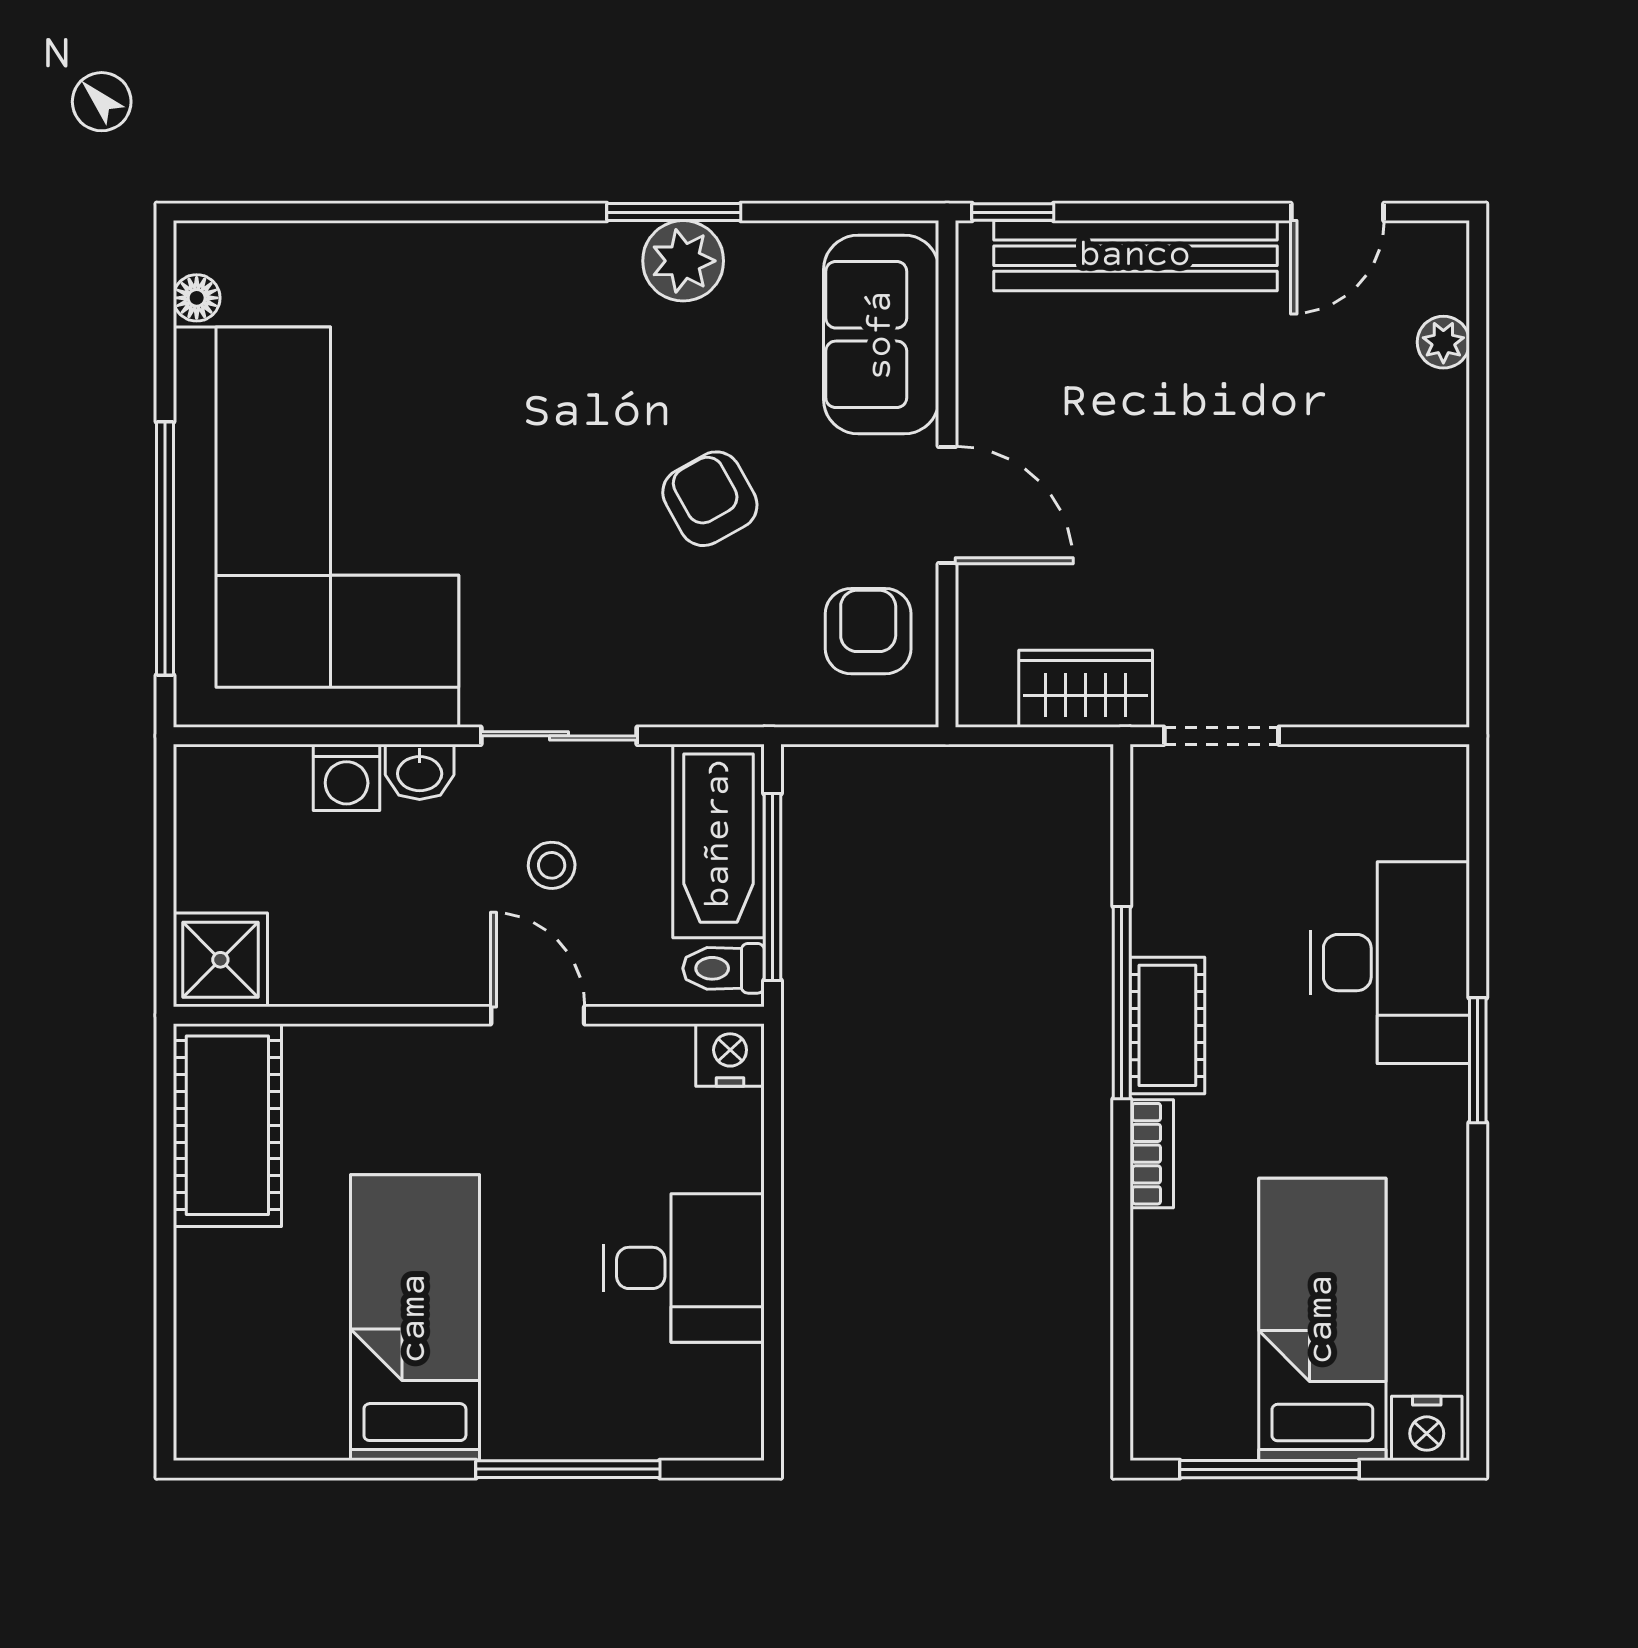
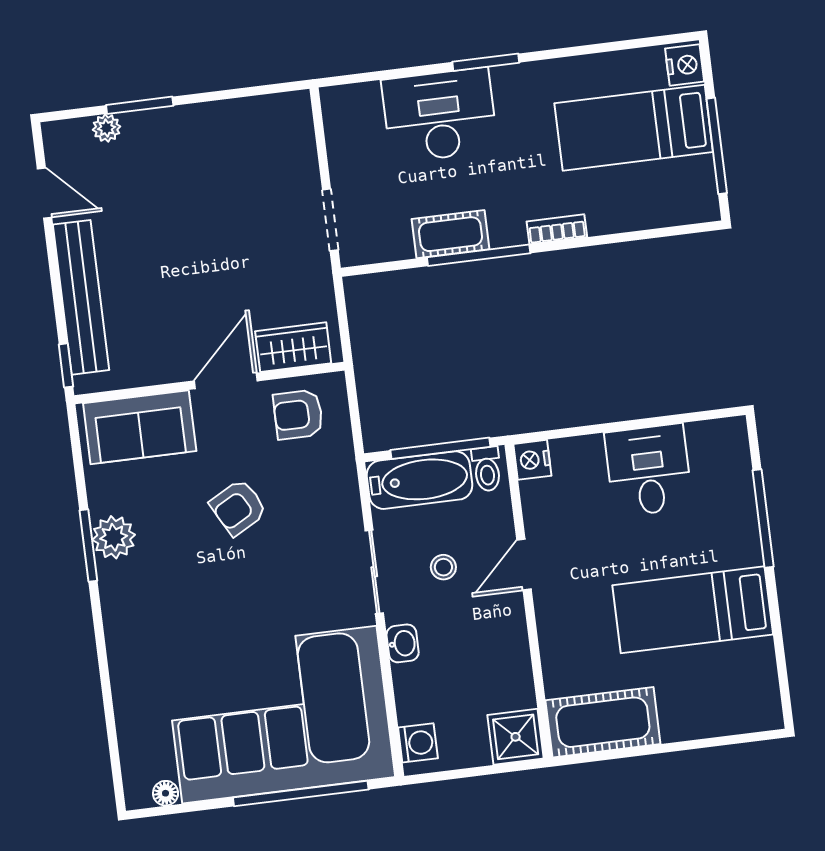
window: (1478, 409) -> (140, 105), added
wardrobe: (1086, 689) -> (293, 347), moved, turned 90
washing machine: (347, 777) -> (418, 743), moved
cot: (1167, 1025) -> (451, 234), moved

